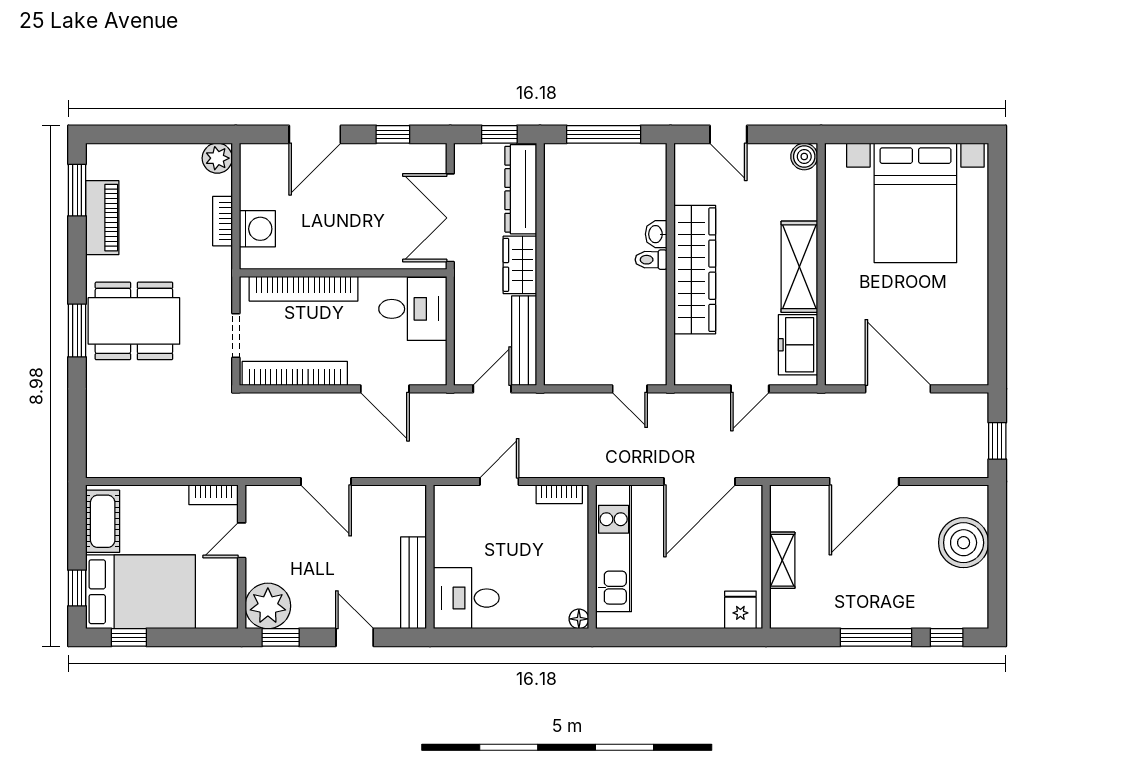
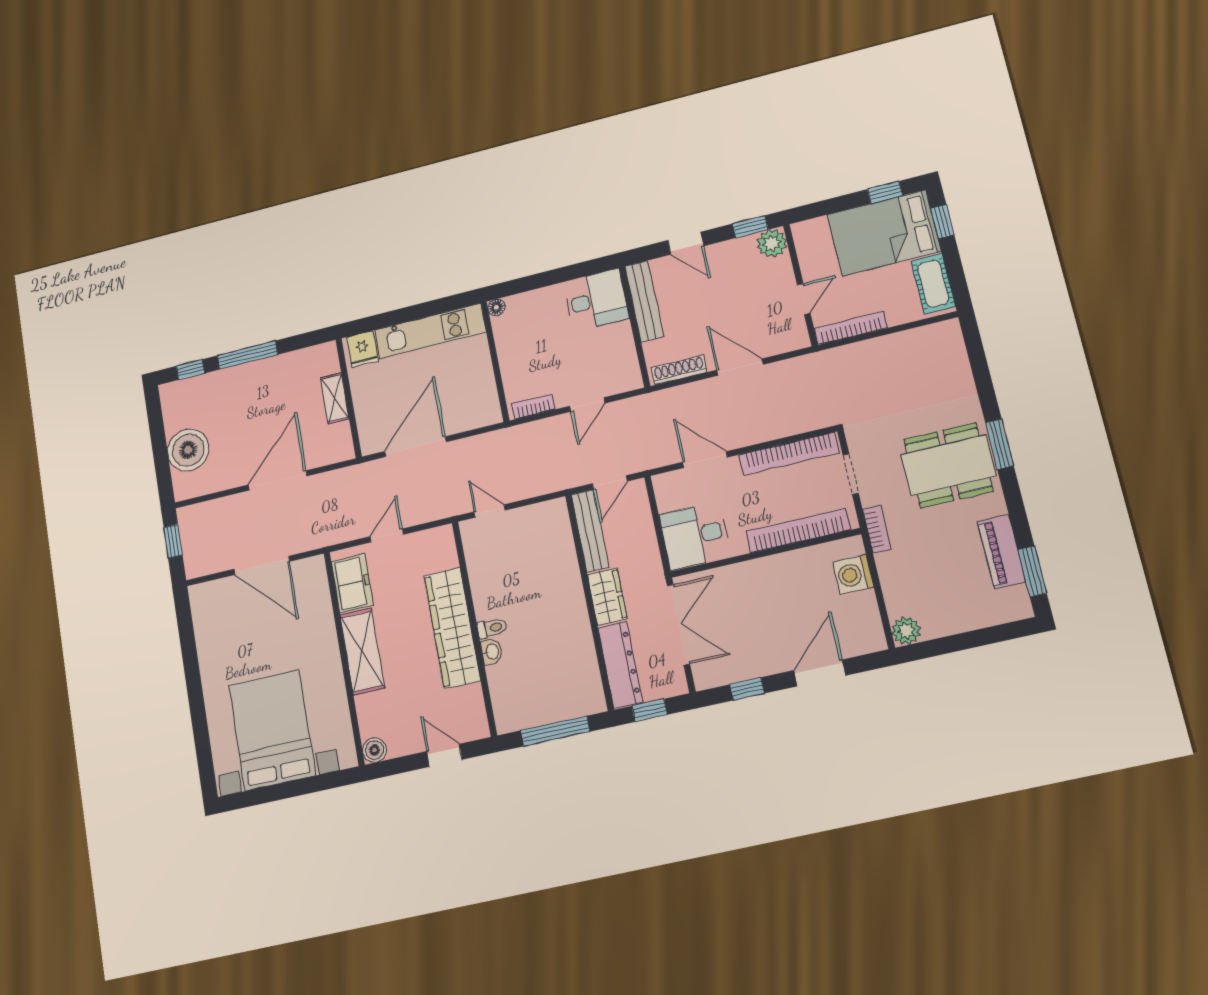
bookcase: (222, 221) -> (877, 529), moved
bookcase: (214, 495) -> (851, 328), width x1.56
shoe rack: (392, 495) -> (679, 370), added
kitchen unit: (614, 548) -> (430, 331), moved, turned -90
plant: (268, 606) -> (772, 243), width x0.73, depth x0.73

